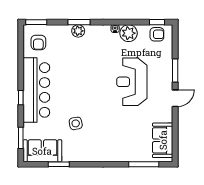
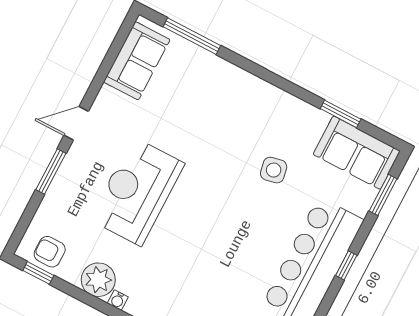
reception desk: (132, 82) -> (137, 191), turned 180

